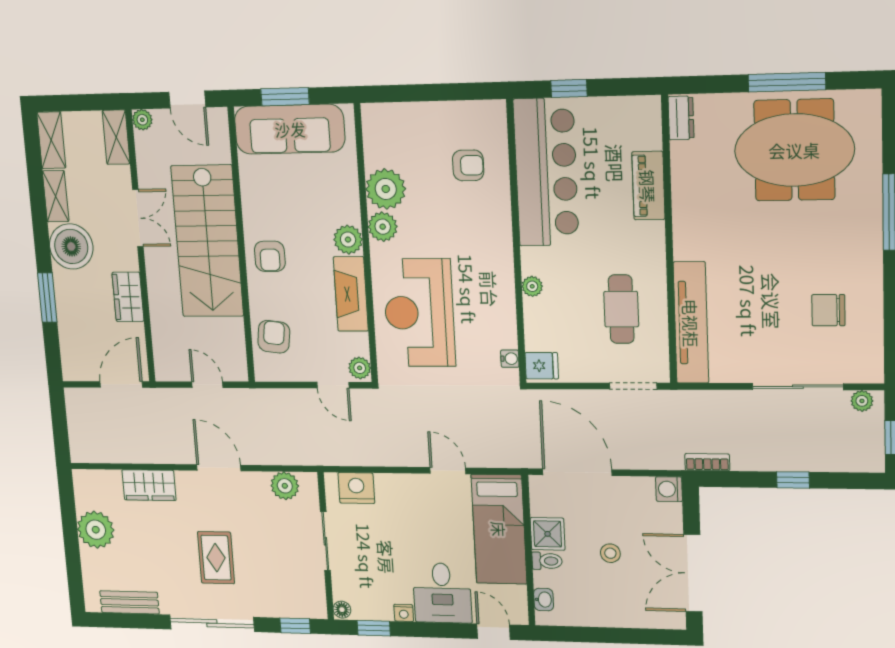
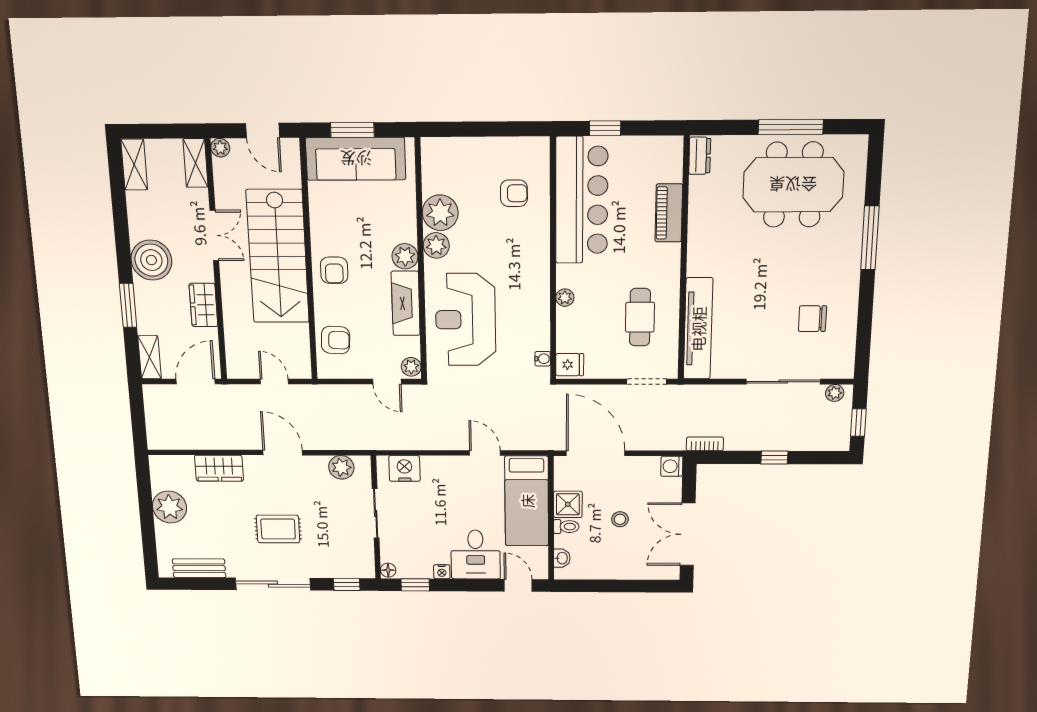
shelving: (56, 196) -> (150, 357), moved
armchair: (274, 337) -> (336, 340), turned 86
rug: (216, 558) -> (278, 529), turned 90

